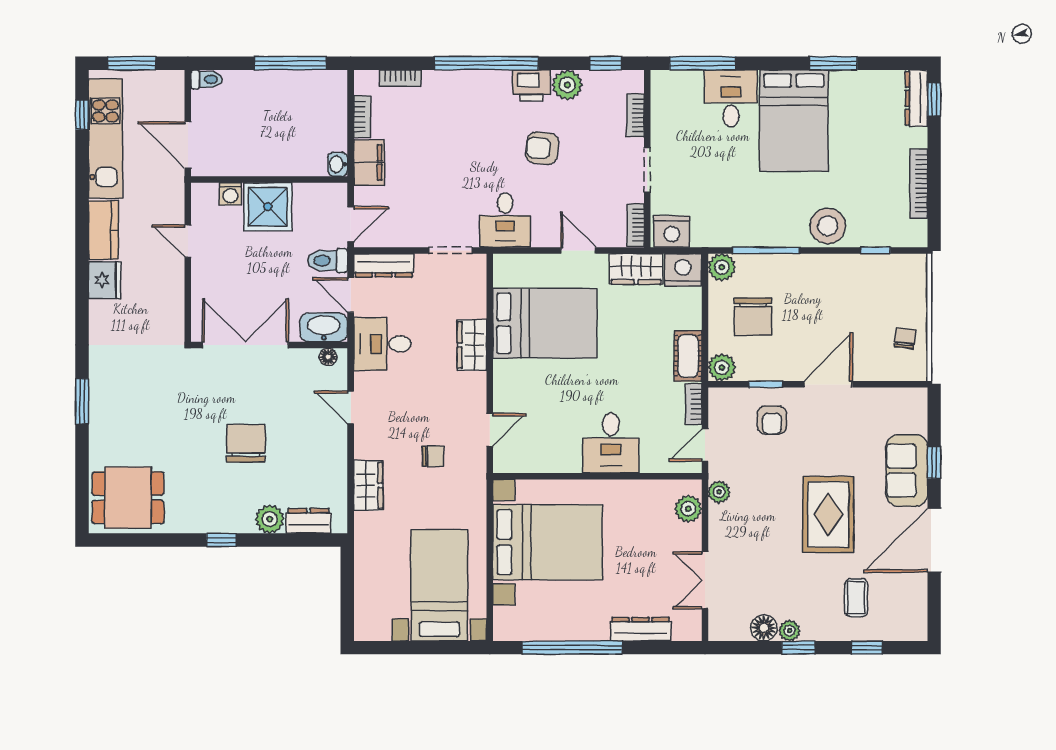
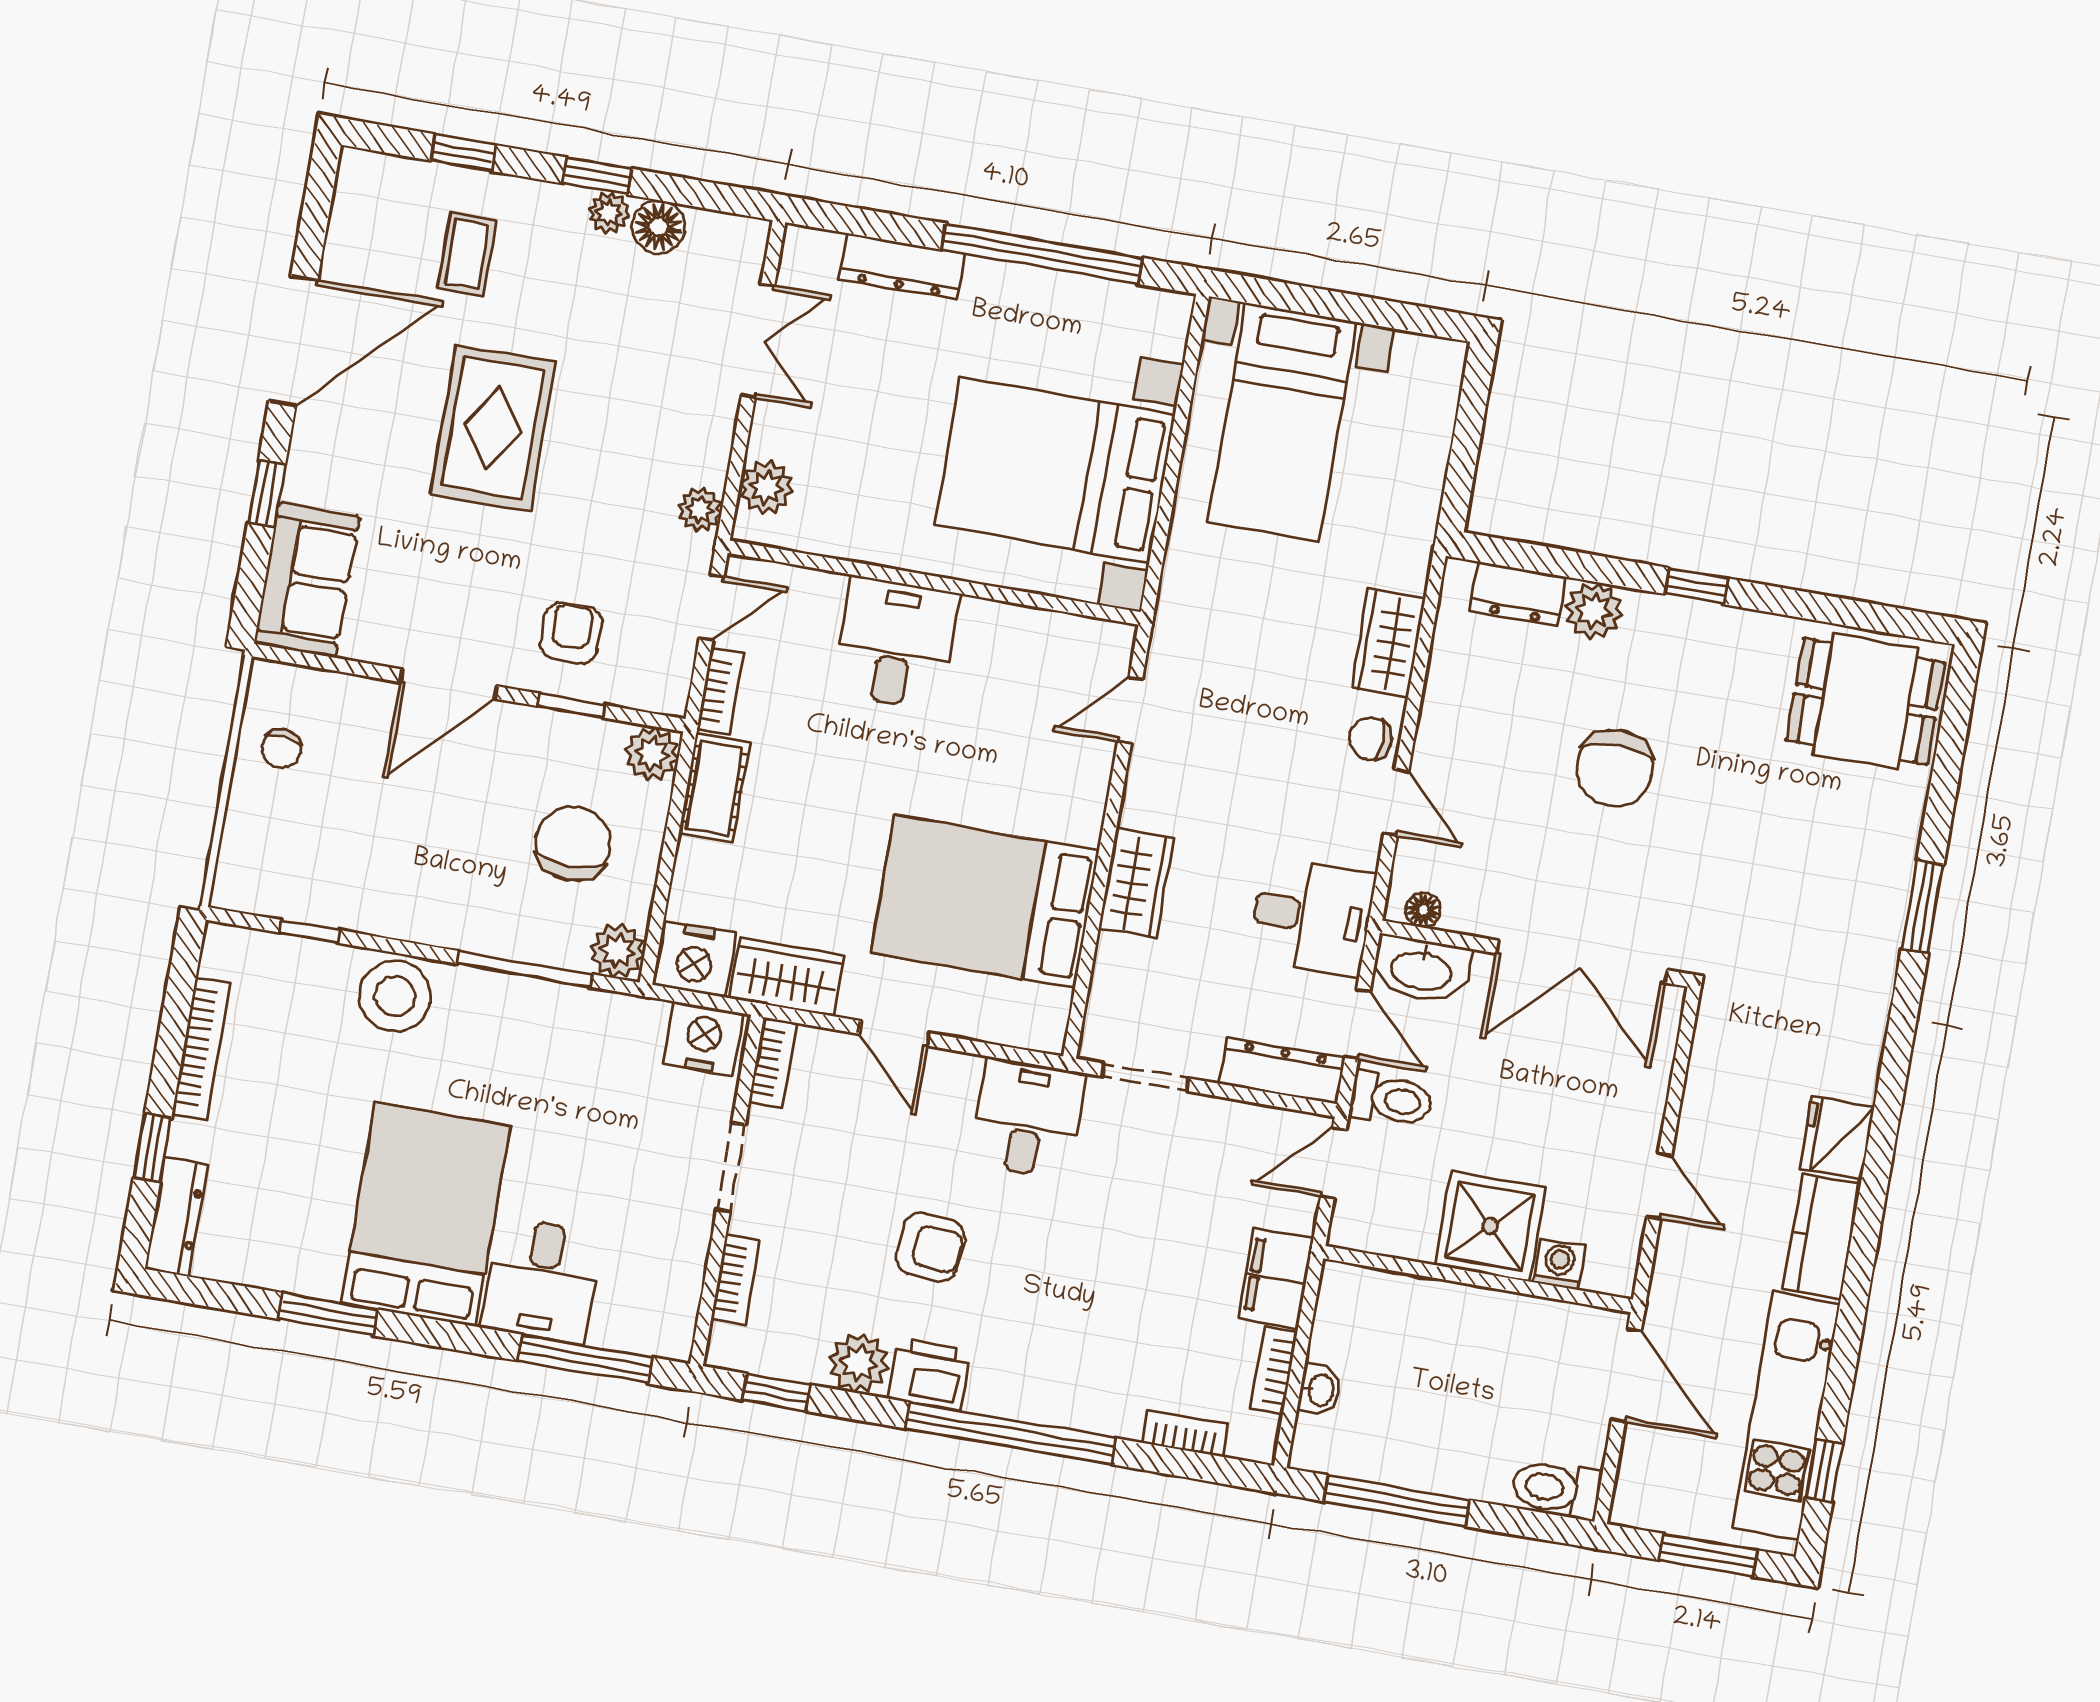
toilet: (207, 79) -> (1556, 1489), width x1.37, depth x1.39
window: (934, 100) -> (152, 1148), moved
washbasin: (338, 164) -> (1320, 1390), moved
chair: (433, 456) -> (1370, 739), moved
sofa: (907, 471) -> (307, 580), moved

